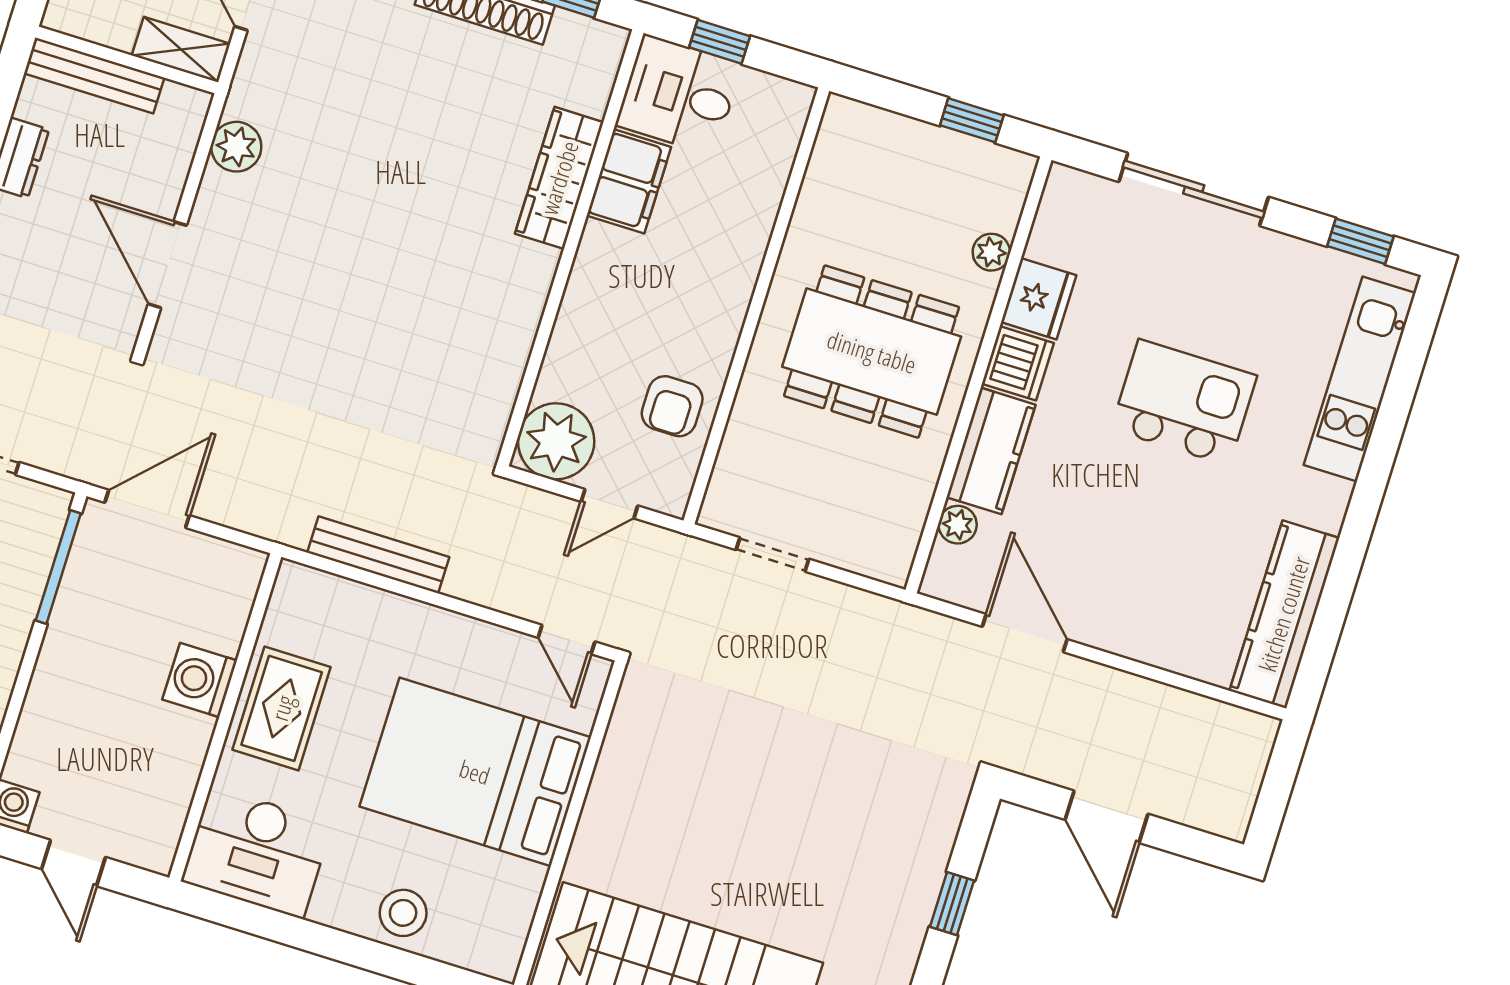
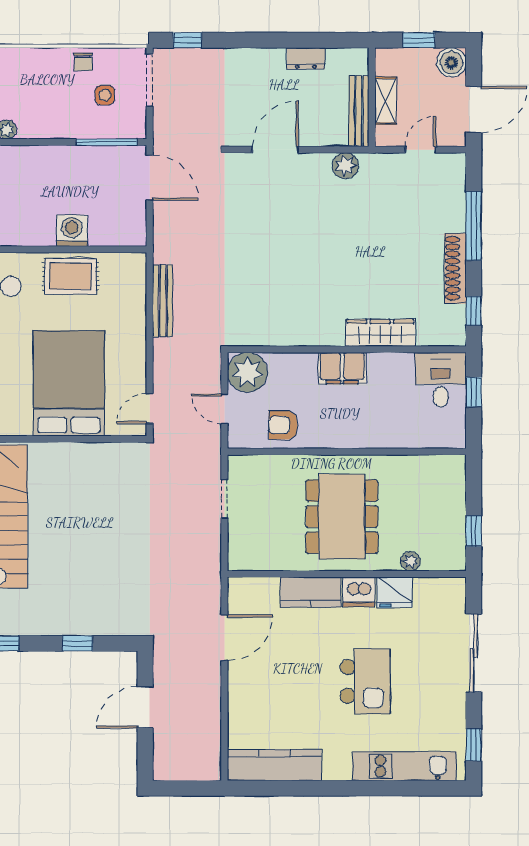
shelving: (181, 50) -> (386, 101), moved
bench: (94, 76) -> (359, 111), moved
filing cabinet: (629, 181) -> (342, 368), moved
plant: (958, 525) -> (268, 587), removed

